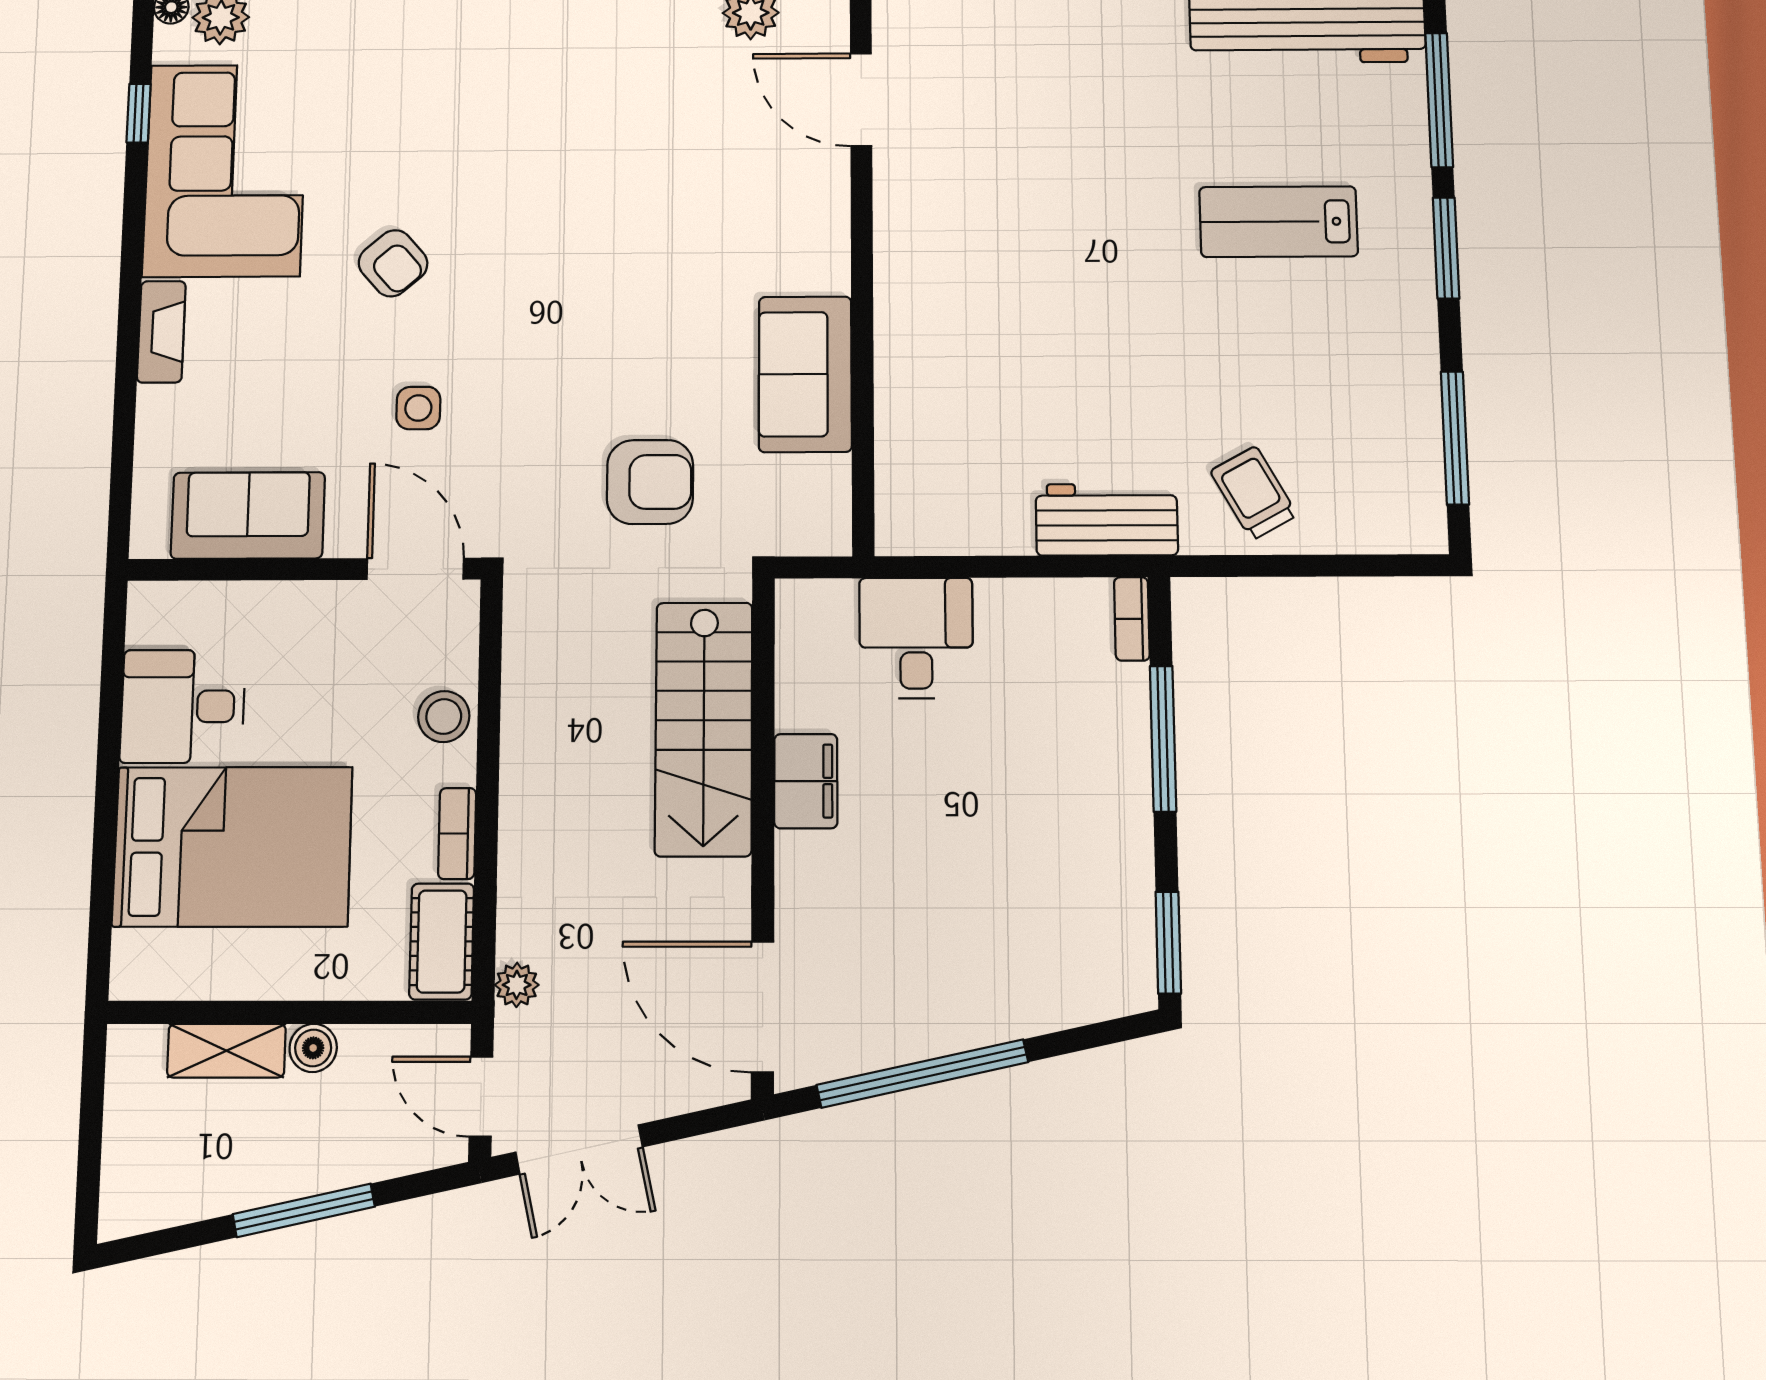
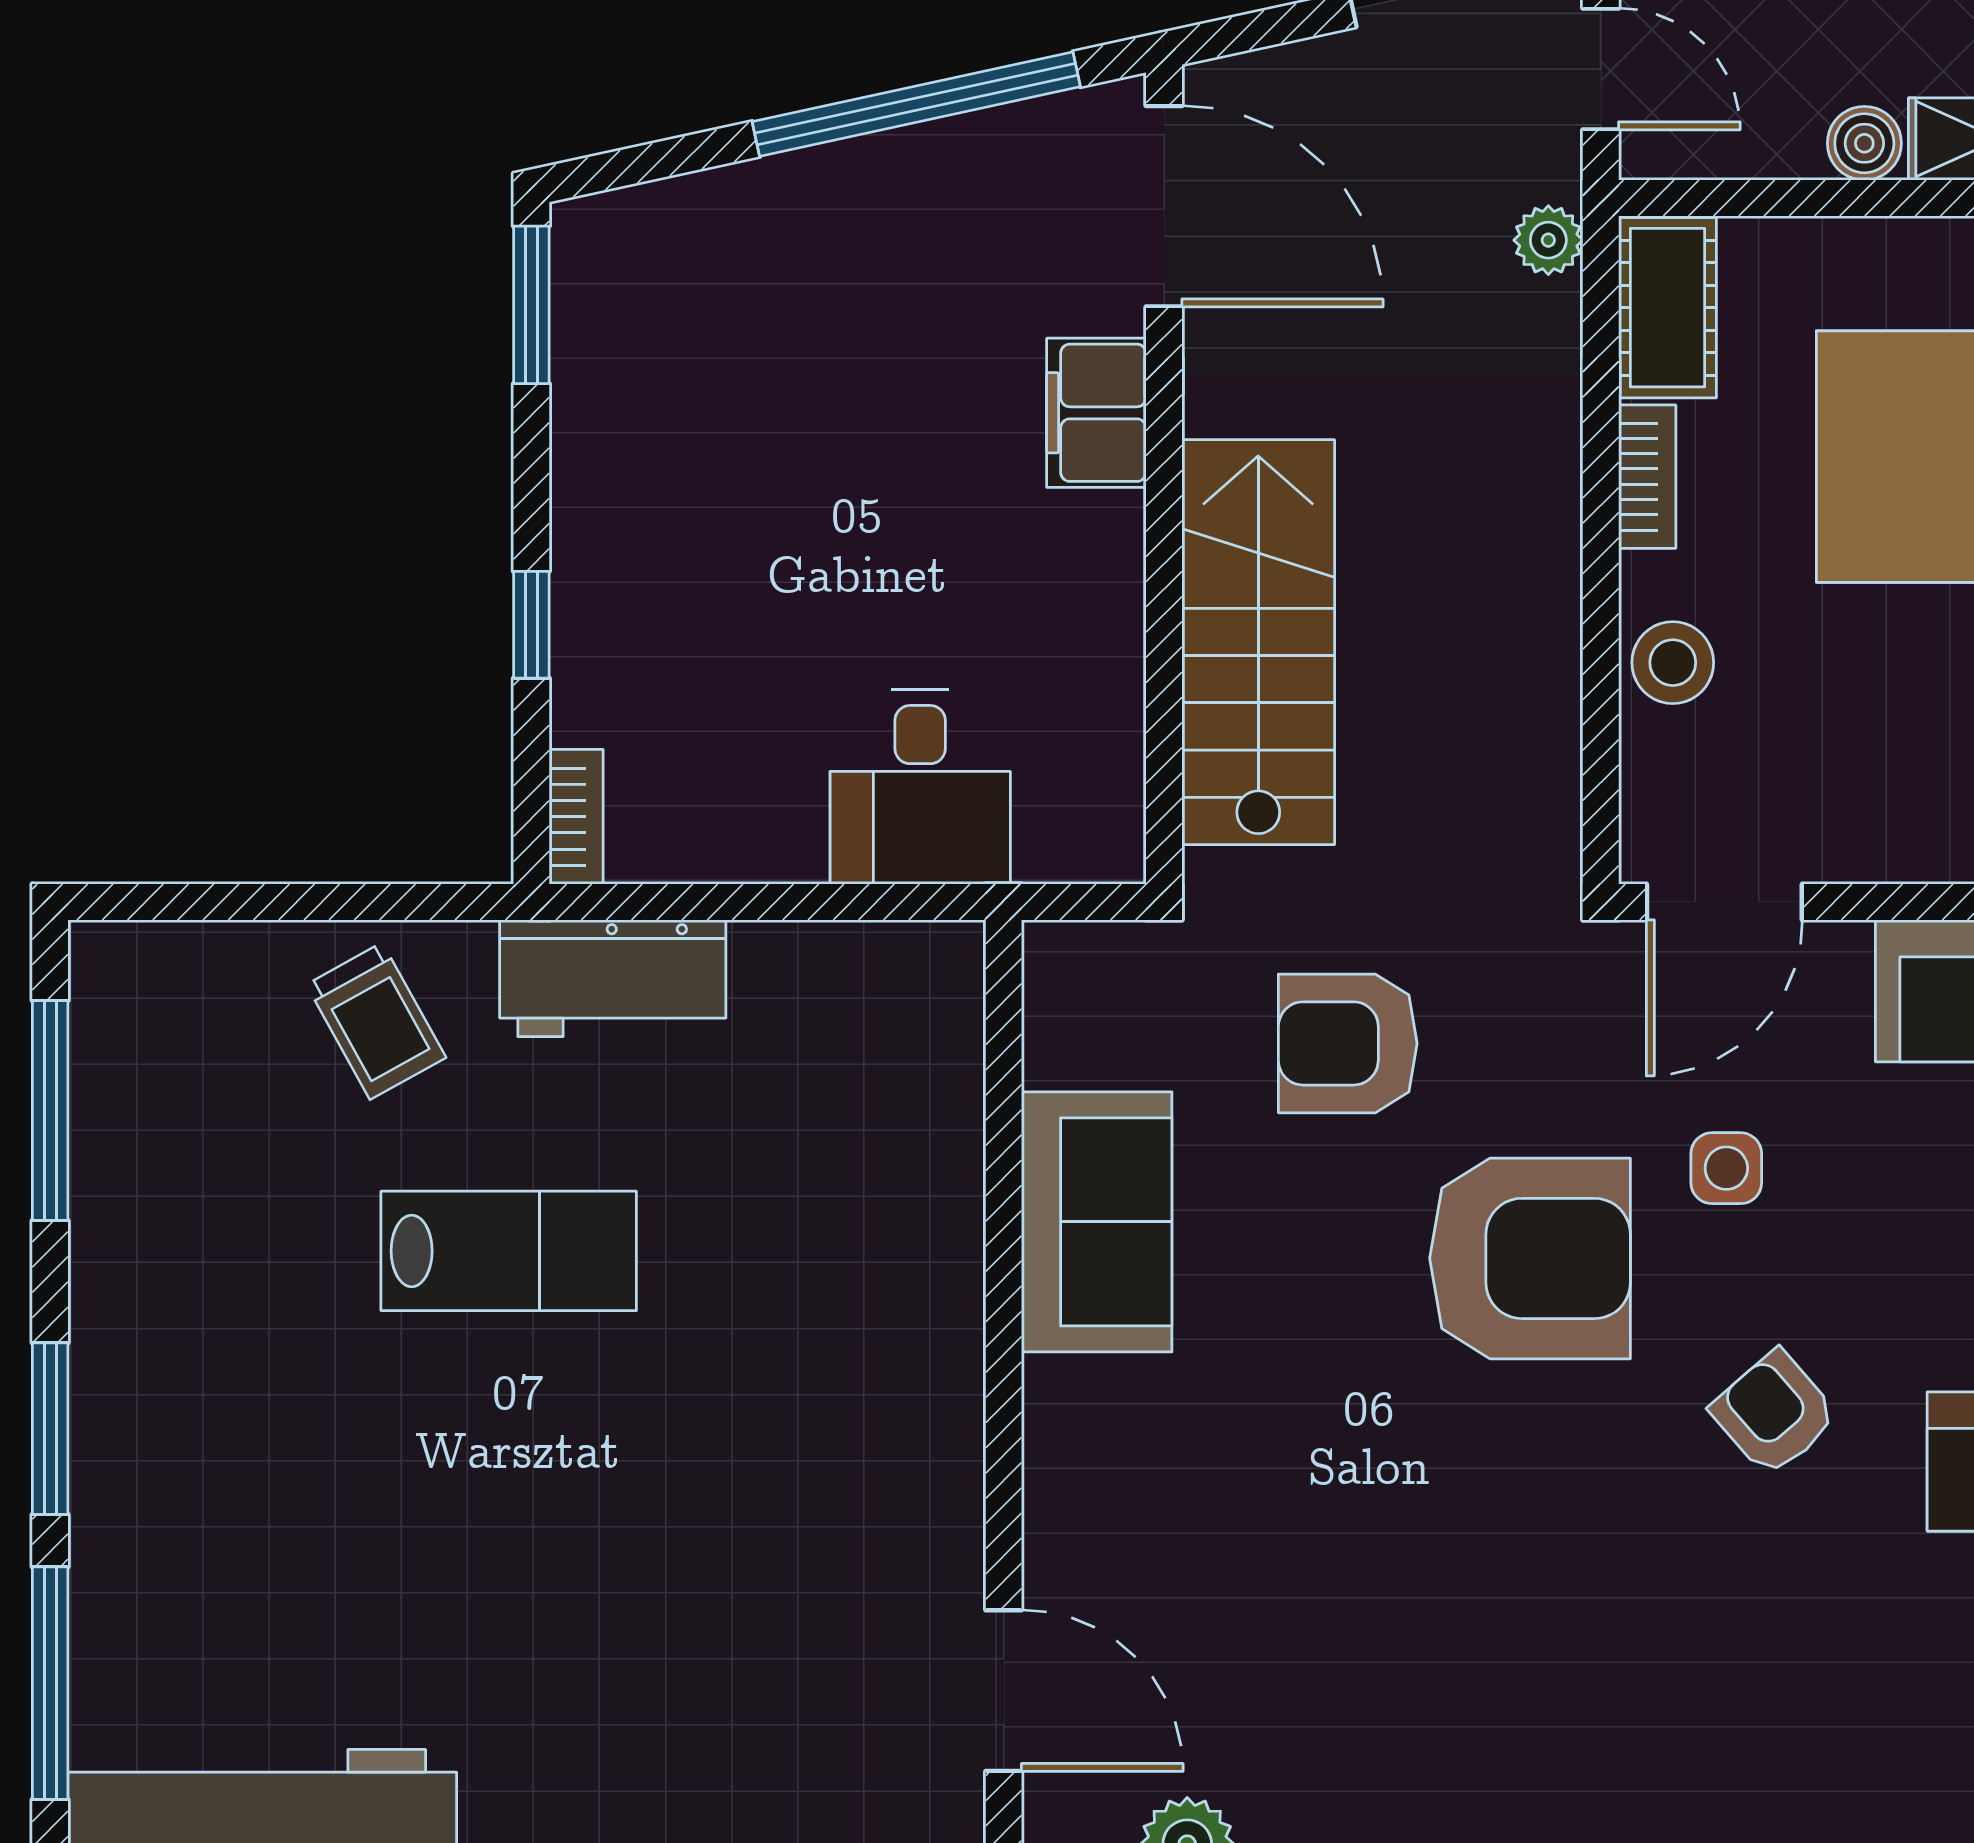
lab bench: (1278, 222) -> (509, 1251), moved
armchair: (540, 354) -> (1530, 1258), added
door: (415, 569) -> (1724, 902), hinge flipped
window: (1163, 739) -> (531, 625), width x0.46
filing cabinet: (806, 781) -> (1096, 413), moved

